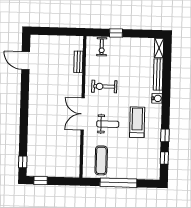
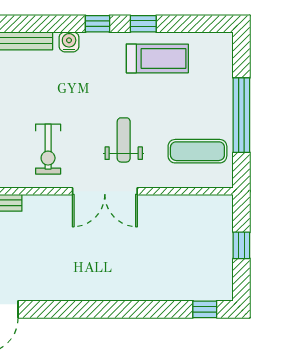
treadmill: (137, 122) -> (157, 58), moved, turned 180
window: (164, 158) -> (98, 24), moved
window: (41, 181) -> (241, 245), moved

